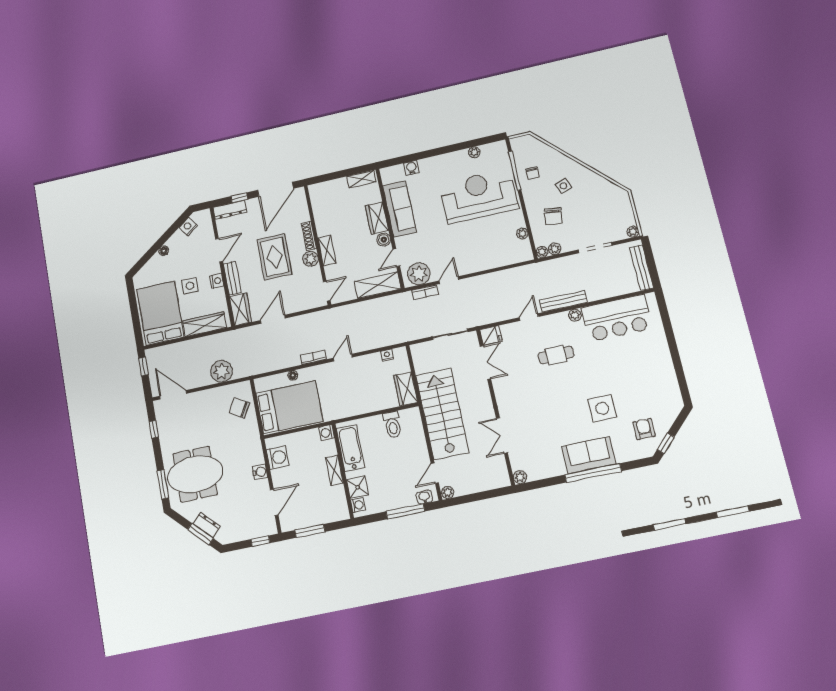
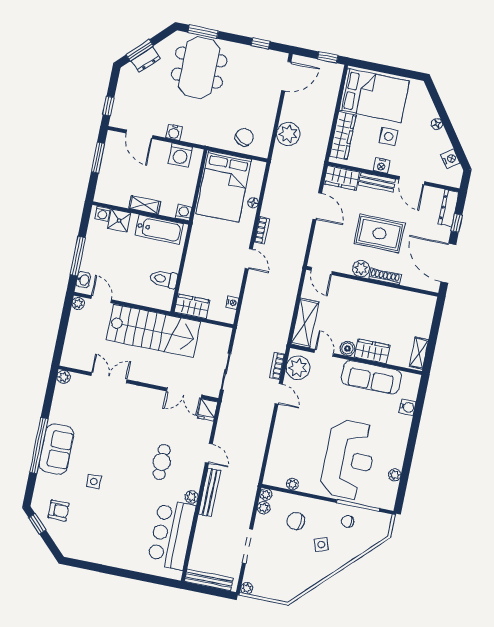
shelving: (327, 250) -> (362, 288), removed
side table: (602, 408) -> (94, 482), width x0.54, depth x0.54

